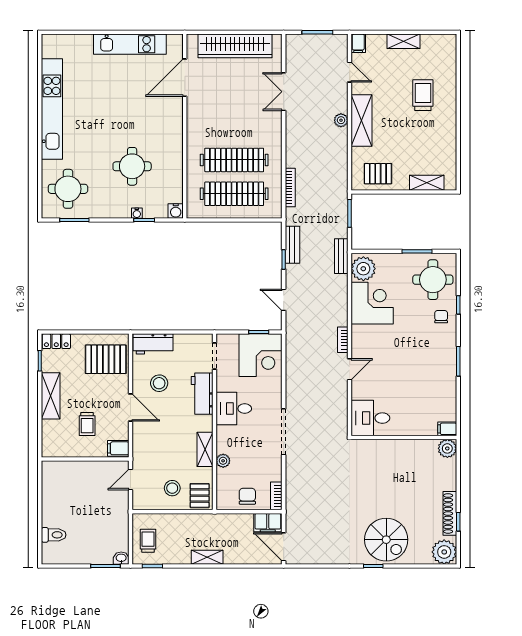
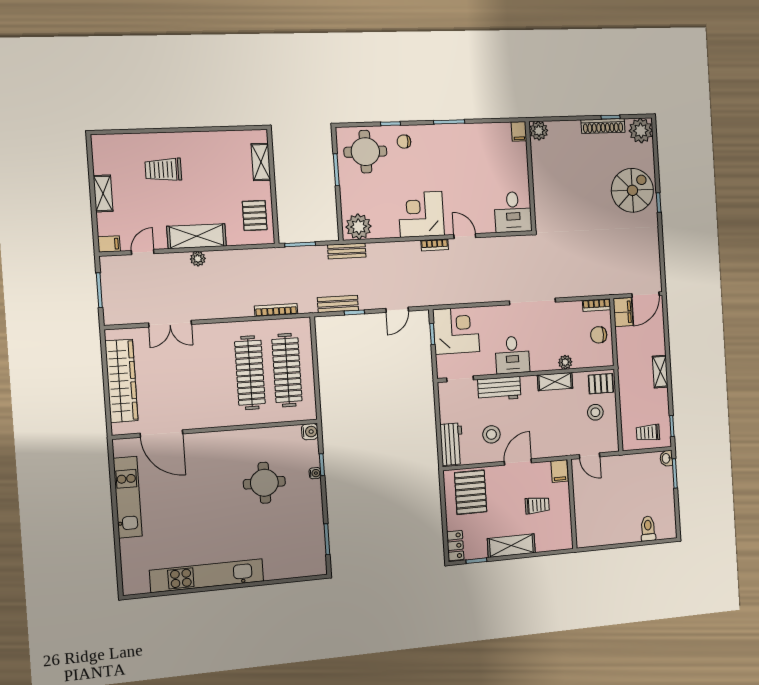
round table: (68, 189) -> (294, 549), removed
corner desk: (372, 303) -> (421, 214), moved

